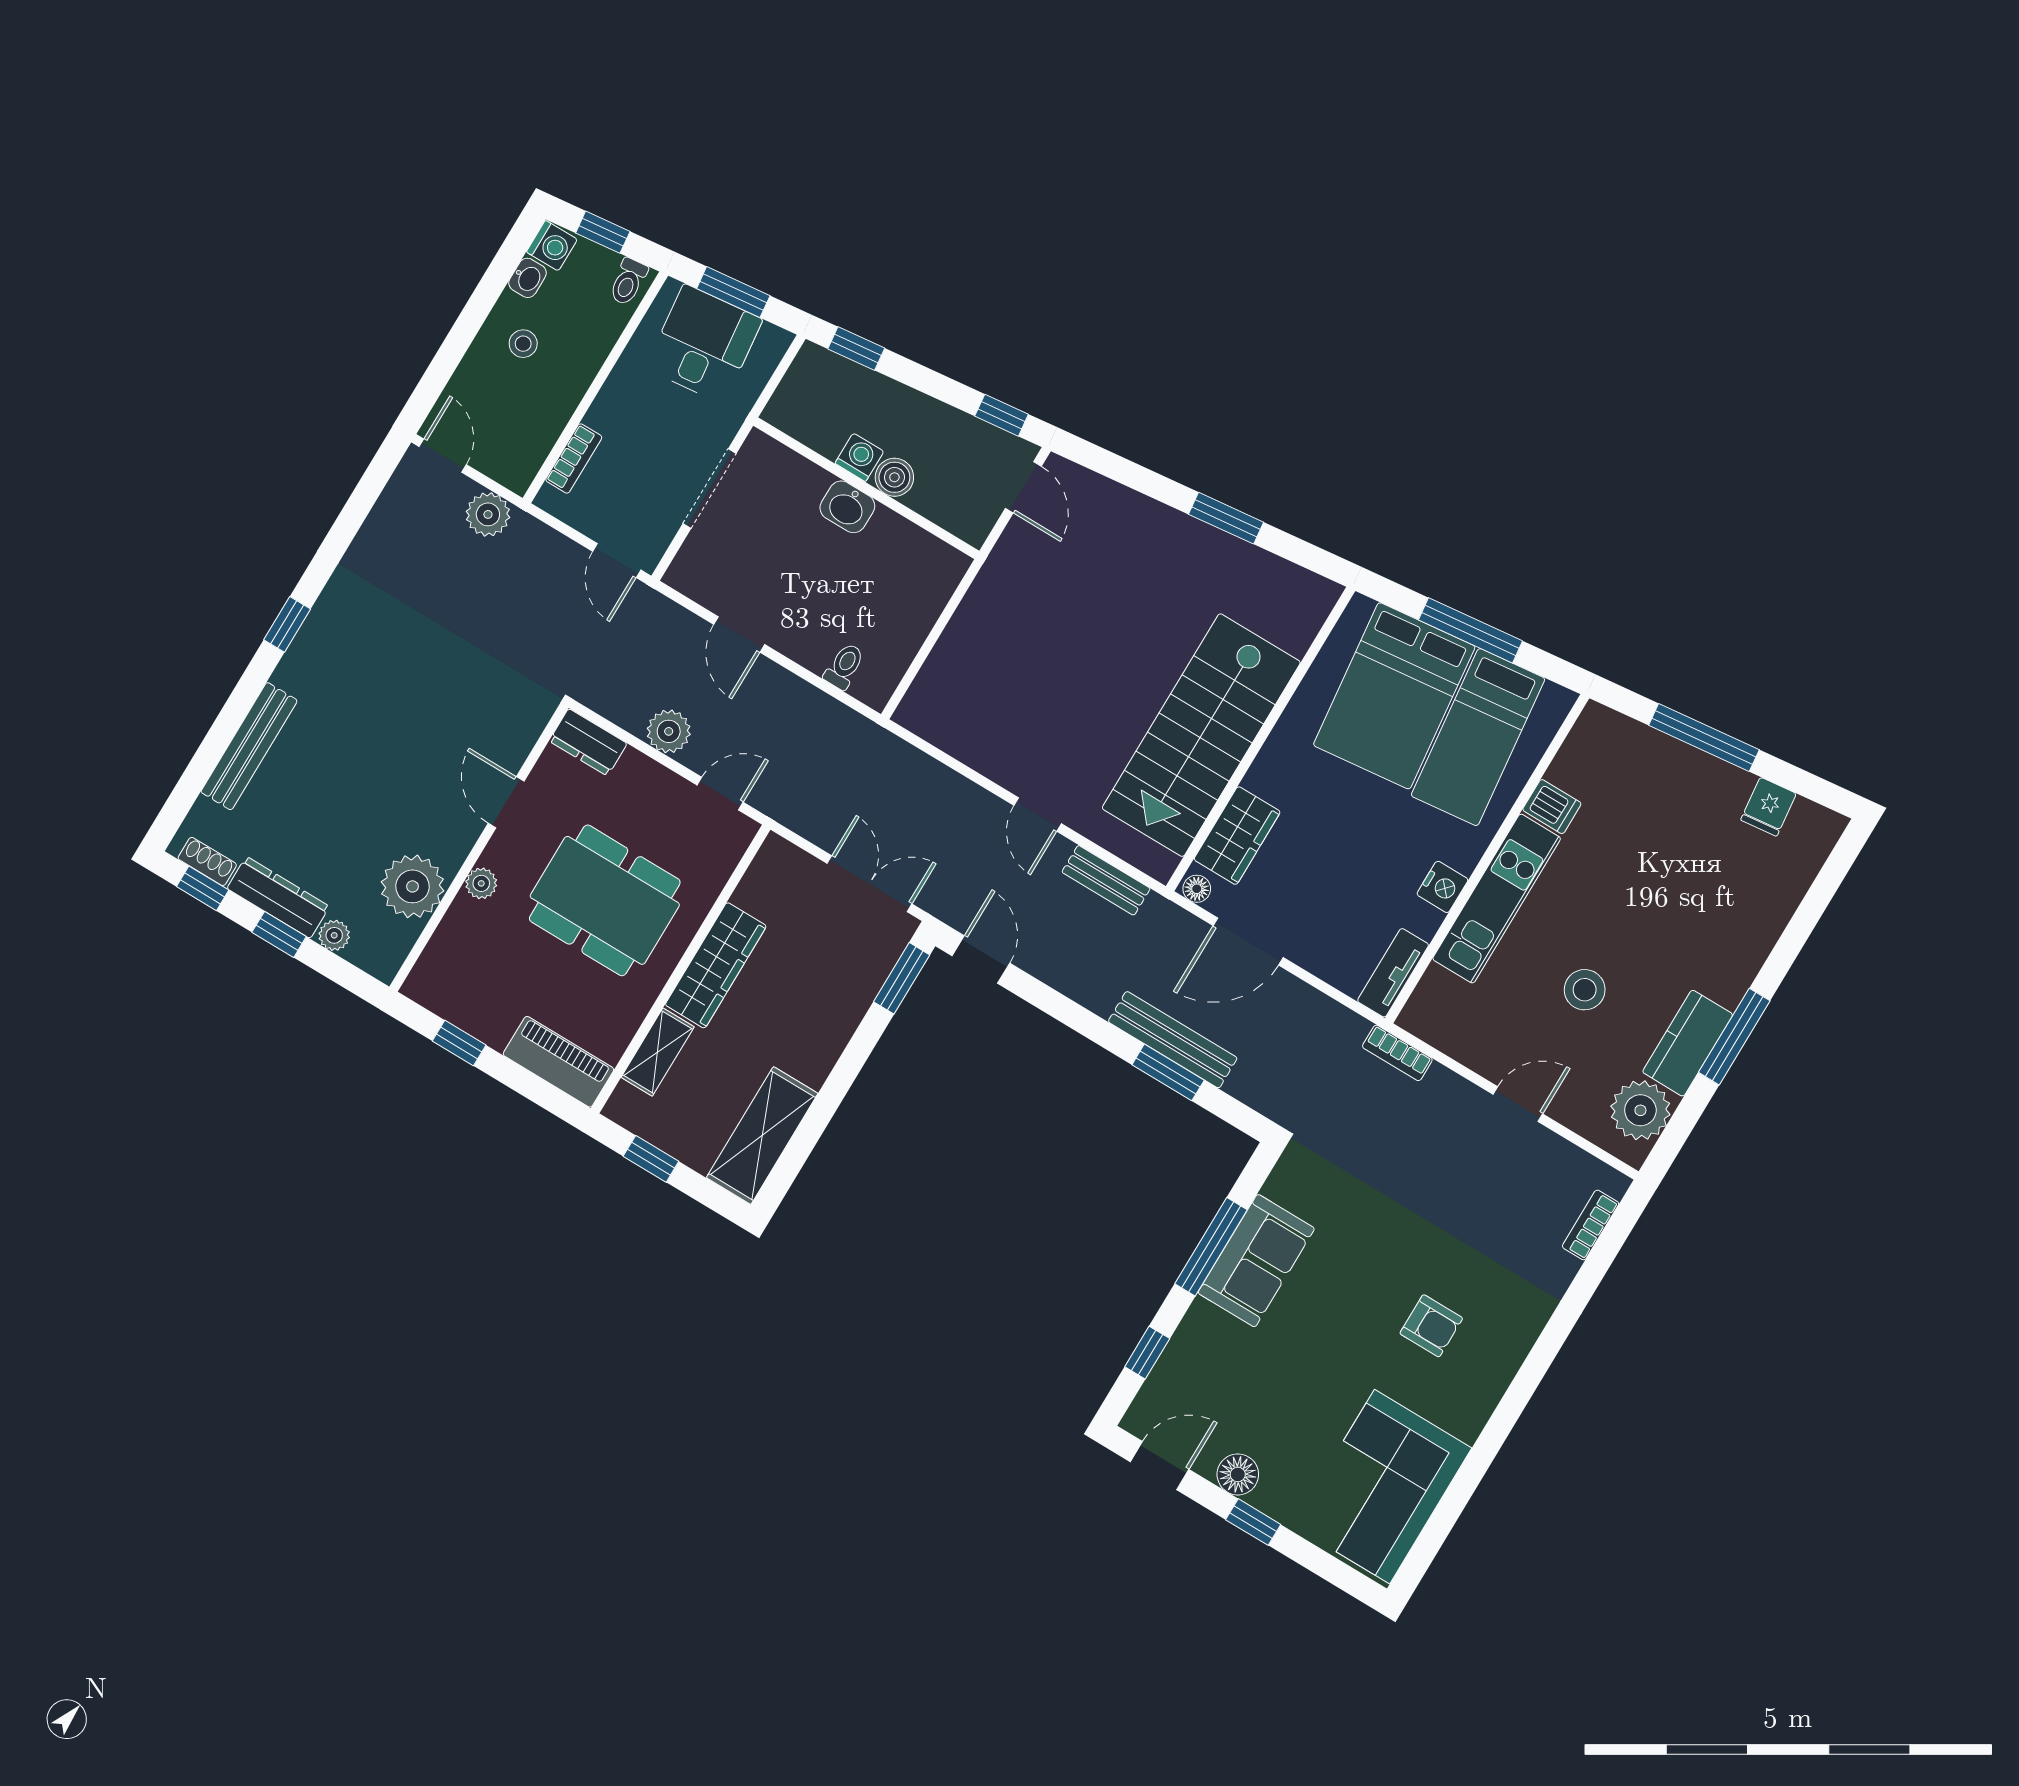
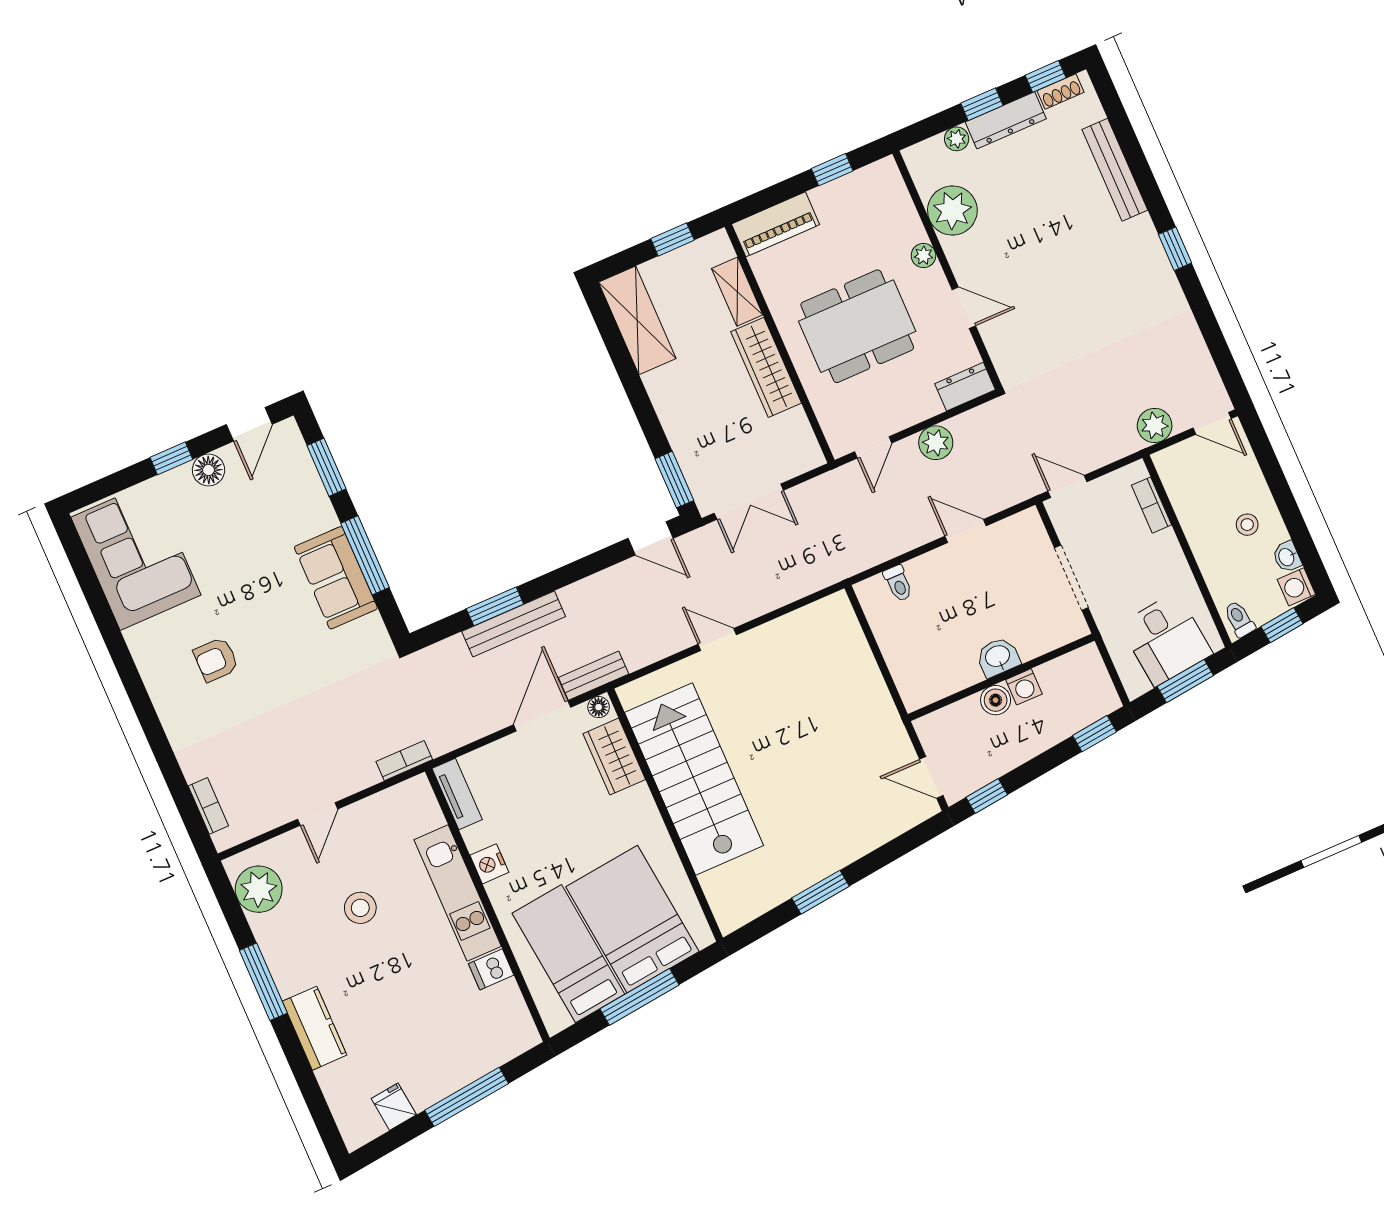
bench: (1106, 880) -> (594, 676), moved
kitchen counter: (1688, 1043) -> (315, 1028), moved
window: (1147, 1353) -> (327, 467), width x1.50

